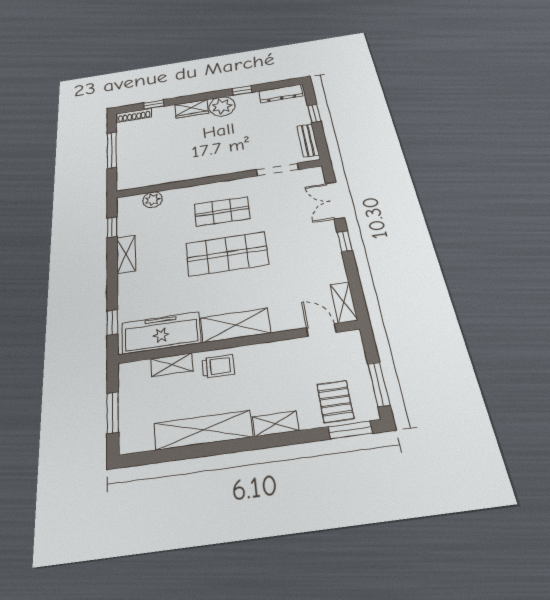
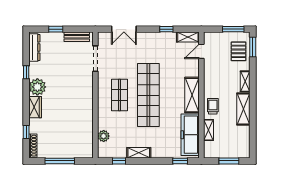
window: (345, 241) -> (166, 29), moved
shop shelf: (227, 254) -> (148, 95), width x1.40
pallet: (335, 401) -> (239, 51), turned 90
shelving: (203, 430) -> (243, 109), width x0.68

